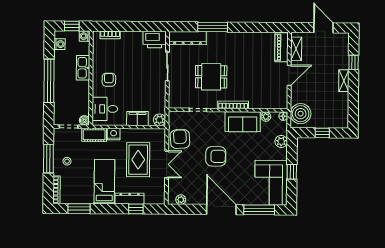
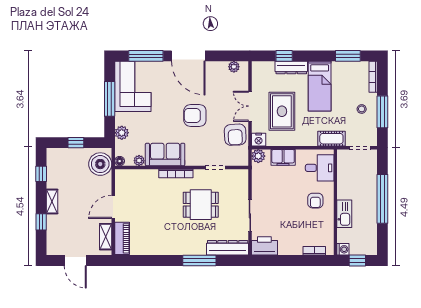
washing machine: (59, 44) -> (371, 240), removed
window: (353, 105) -> (41, 174), added
boiler: (84, 120) -> (342, 155), removed
nightstand: (114, 134) -> (259, 140), moved
window: (292, 172) -> (110, 99), width x2.17

